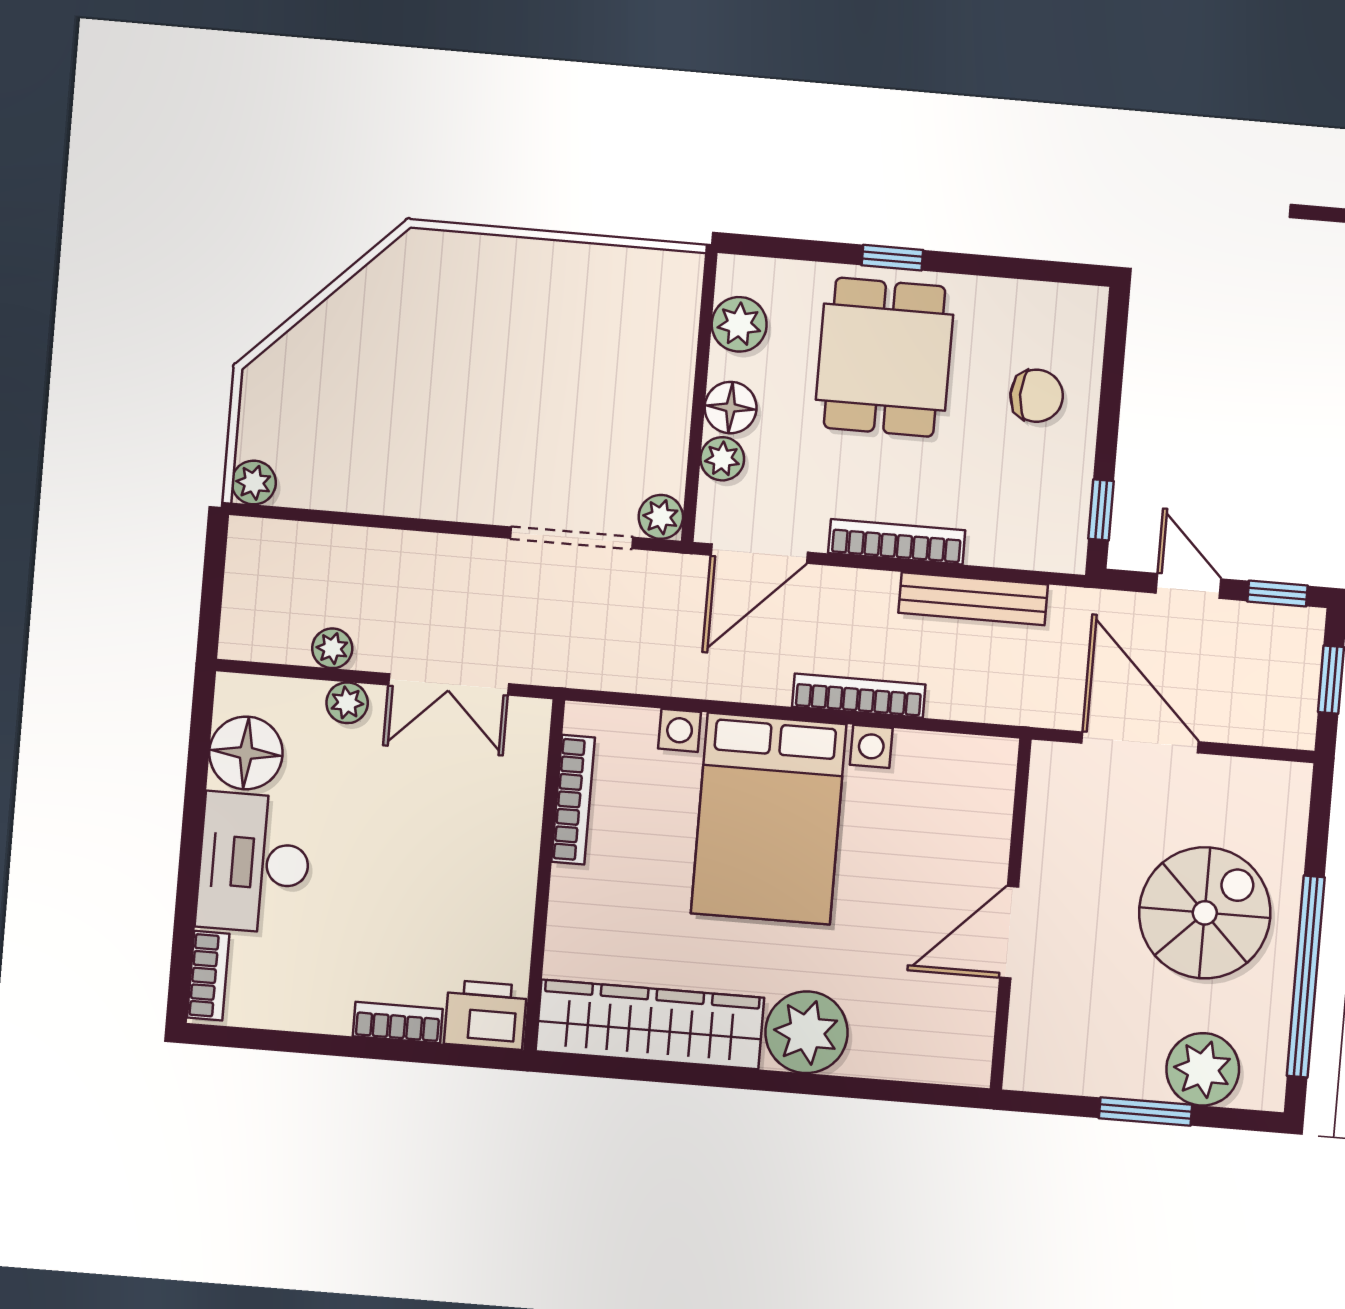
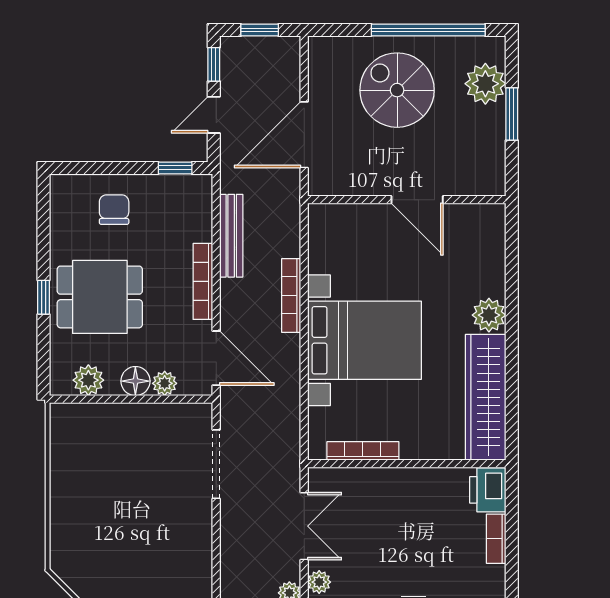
plant: (661, 517) -> (200, 415), removed
plant: (806, 1032) -> (489, 315), width x0.73, depth x0.73

